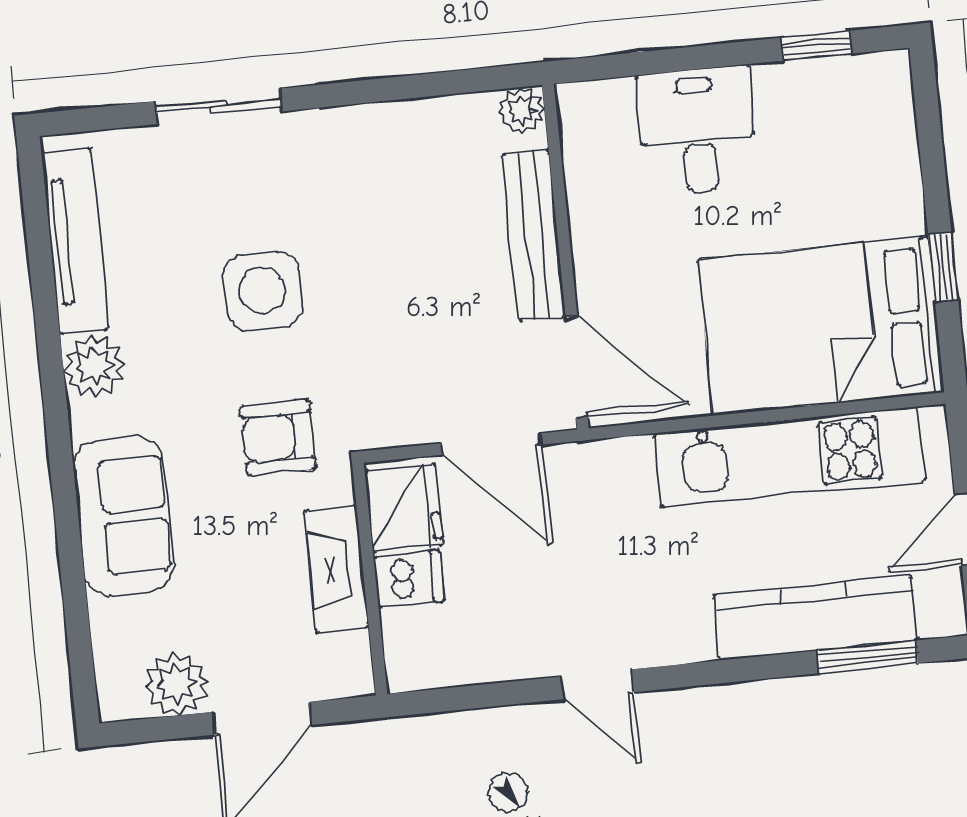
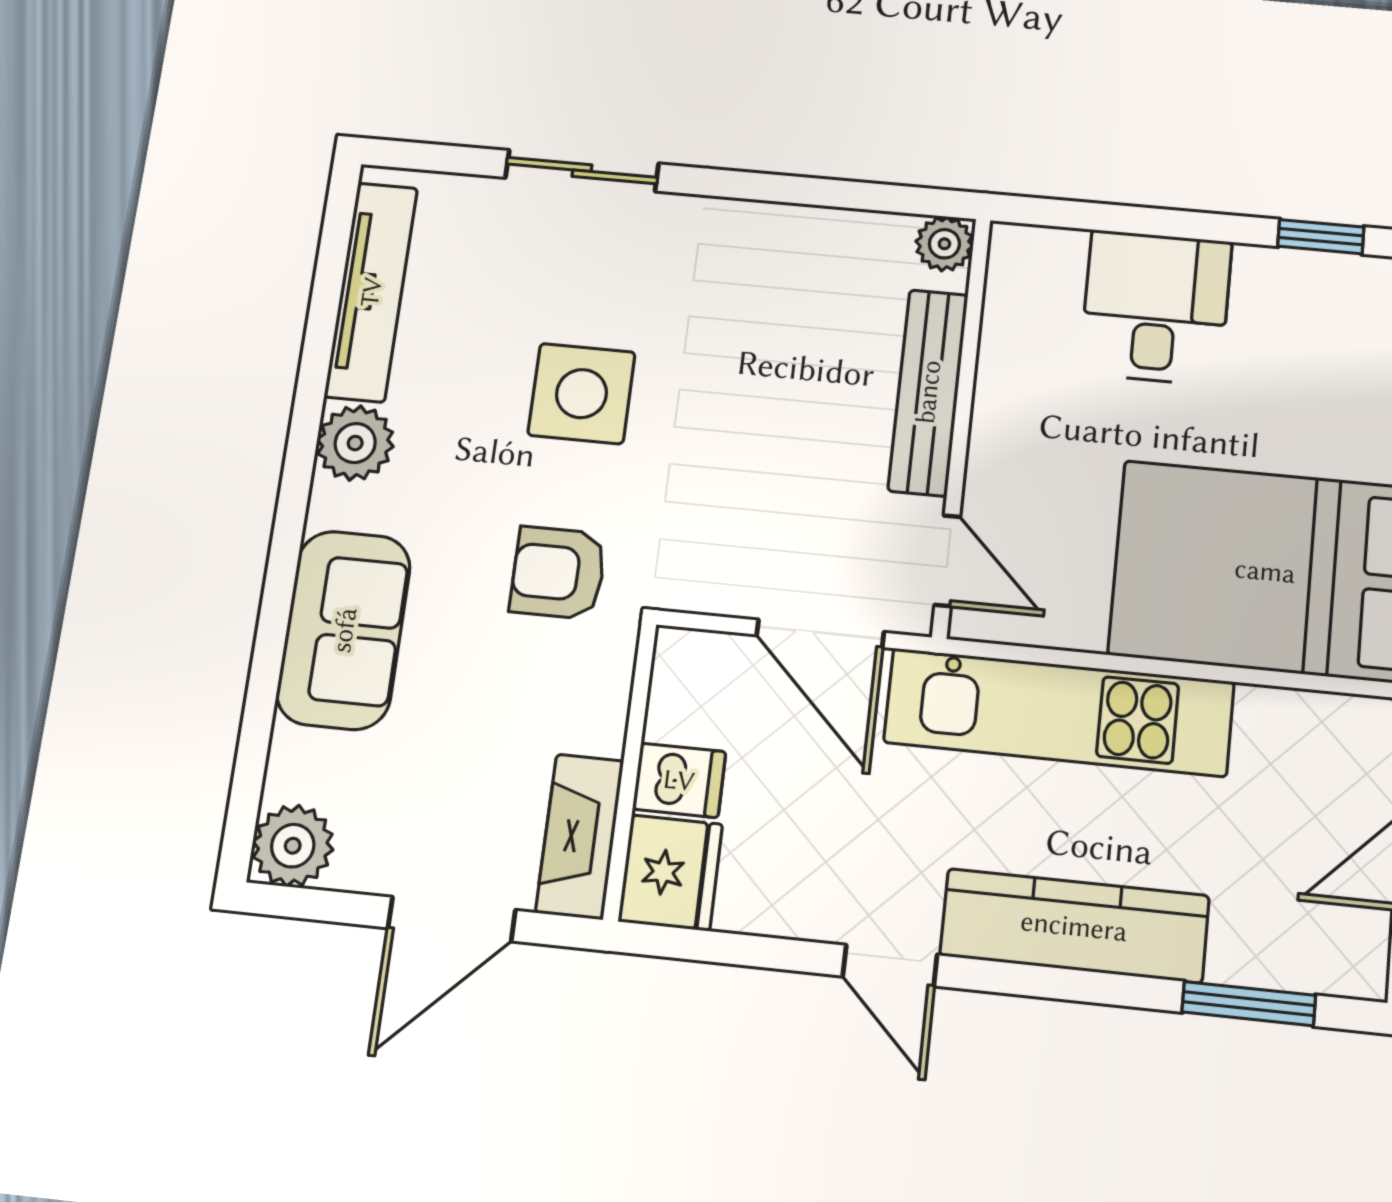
door: (577, 367) -> (947, 561), width x0.73
kitchen unit: (789, 457) -> (1059, 712), moved
fridge: (404, 507) -> (670, 873), moved
fireplace: (337, 569) -> (580, 837), moved
kitchen counter: (815, 617) -> (1074, 926), moved
plant: (176, 684) -> (293, 846), moved

